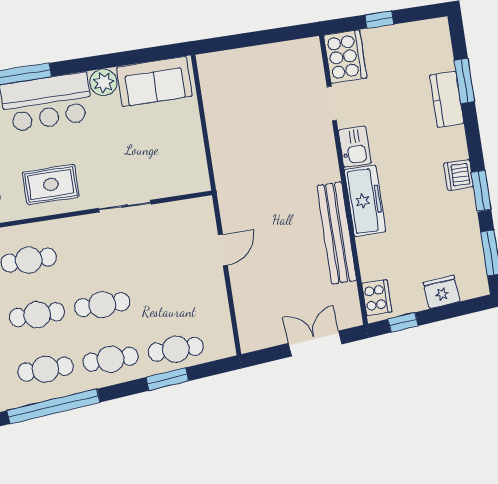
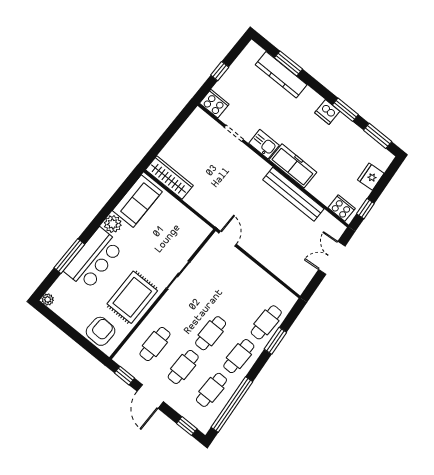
cooker: (345, 57) -> (214, 104), width x0.73, depth x0.76
wardrobe: (214, 88) -> (169, 178), added
kitchen counter: (447, 99) -> (281, 75), width x1.50
rug: (51, 184) -> (132, 297), width x1.36, depth x1.43
door: (223, 250) -> (228, 239), moved

